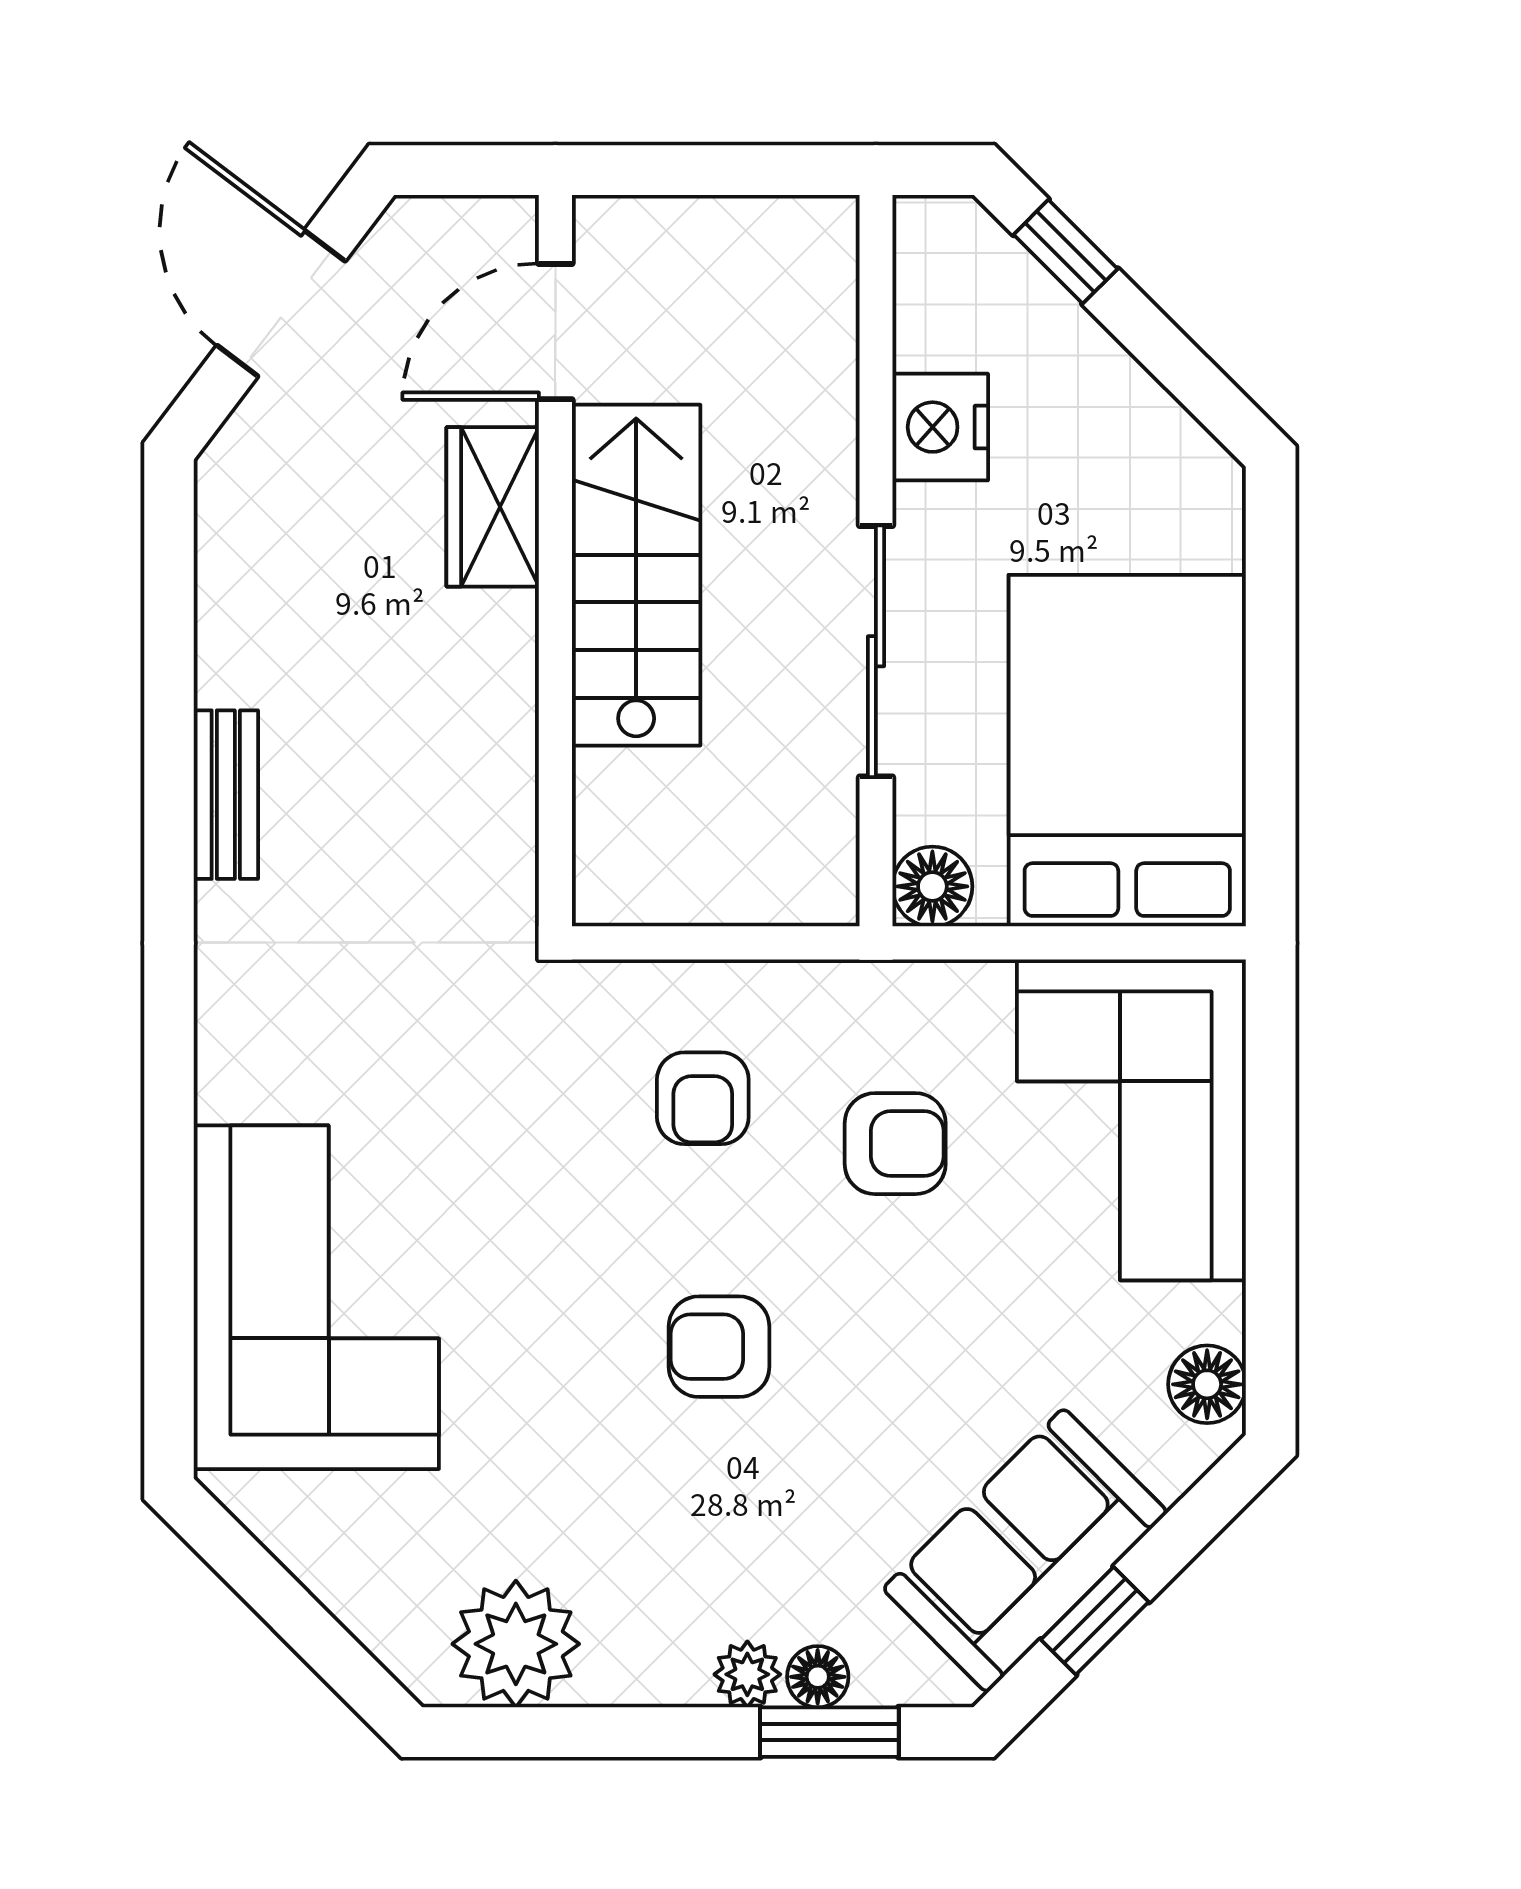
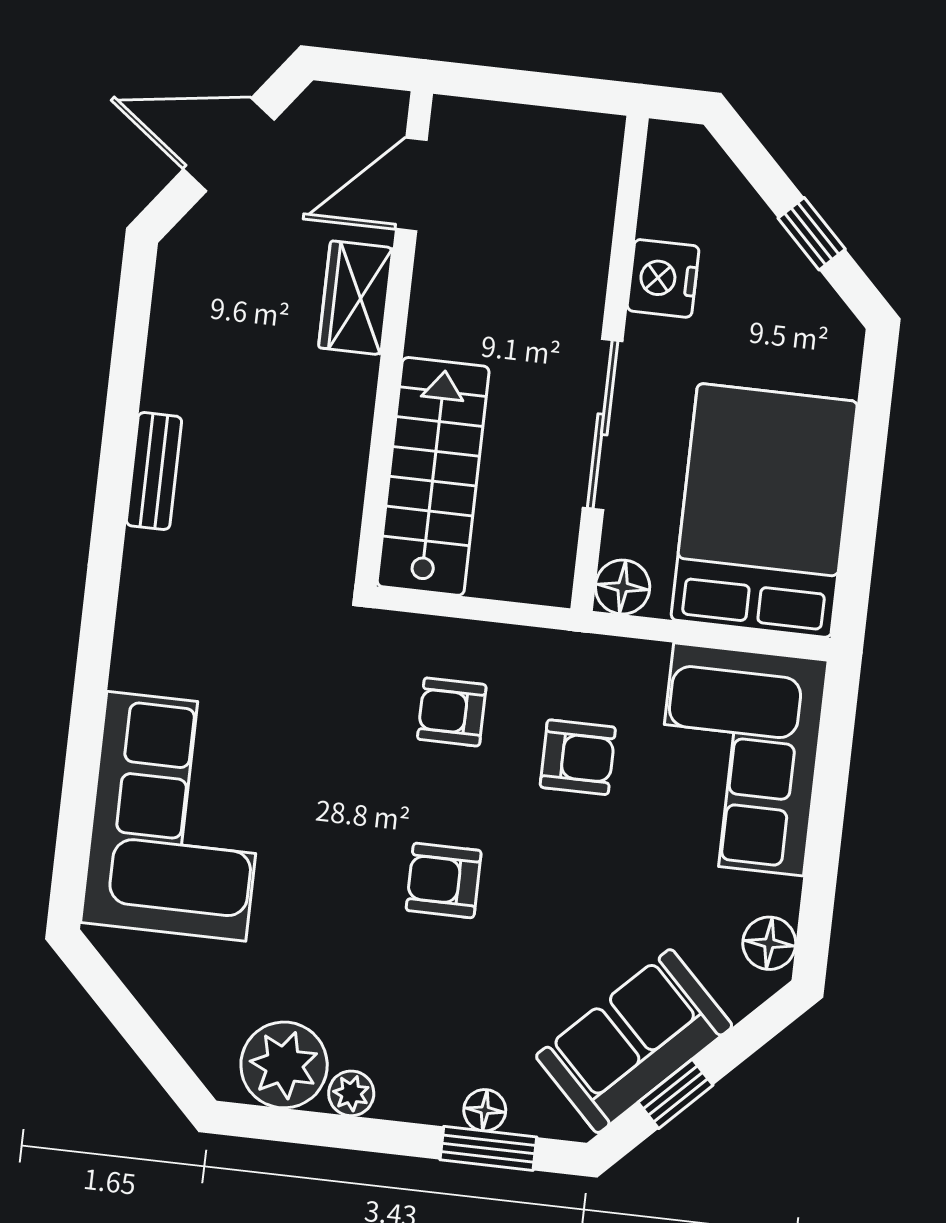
window: (1066, 252) -> (812, 234), moved
door: (281, 303) -> (229, 144), hinge flipped
stairs: (636, 575) -> (433, 476), moved
armchair: (703, 1098) -> (452, 712), turned 90
plant: (747, 1674) -> (351, 1093), moved

